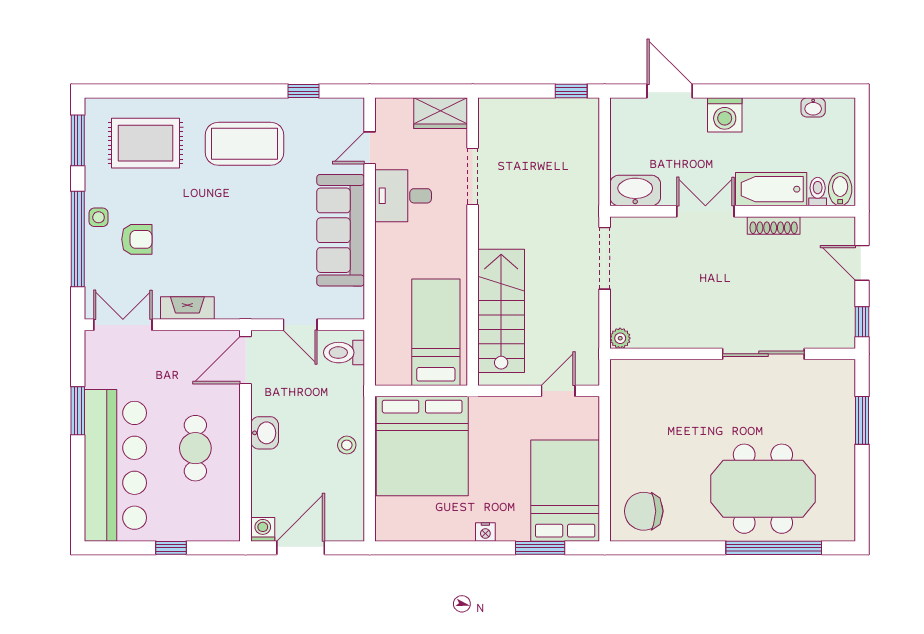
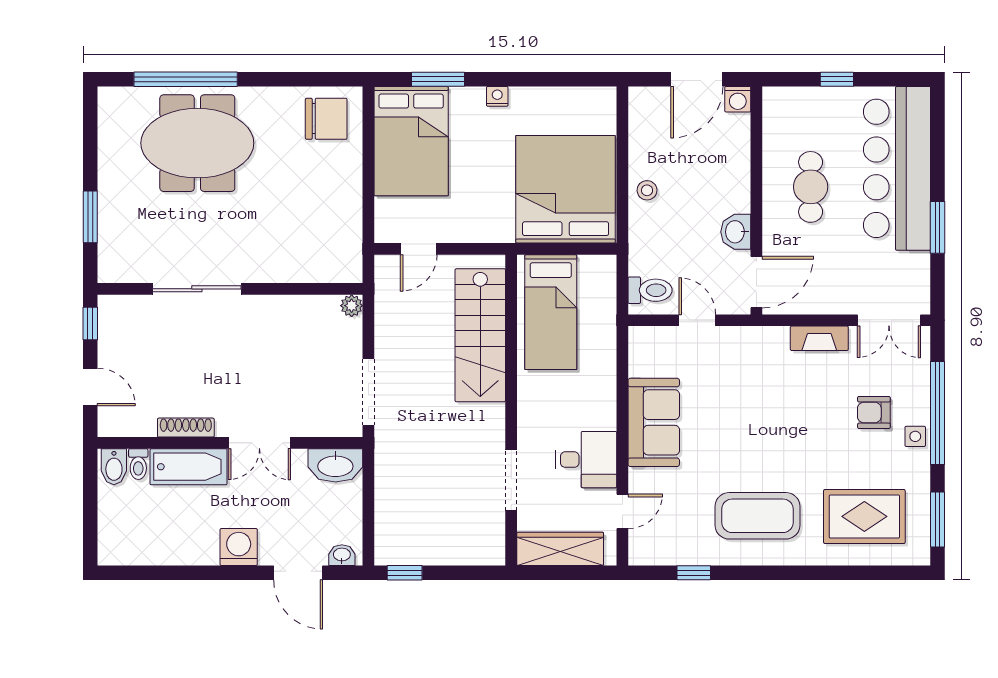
washbasin: (813, 107) -> (342, 555), moved
wardrobe: (441, 113) -> (560, 549), width x1.50
sofa: (341, 230) -> (654, 422), width x0.73
washbasin: (265, 433) -> (736, 232), moved

